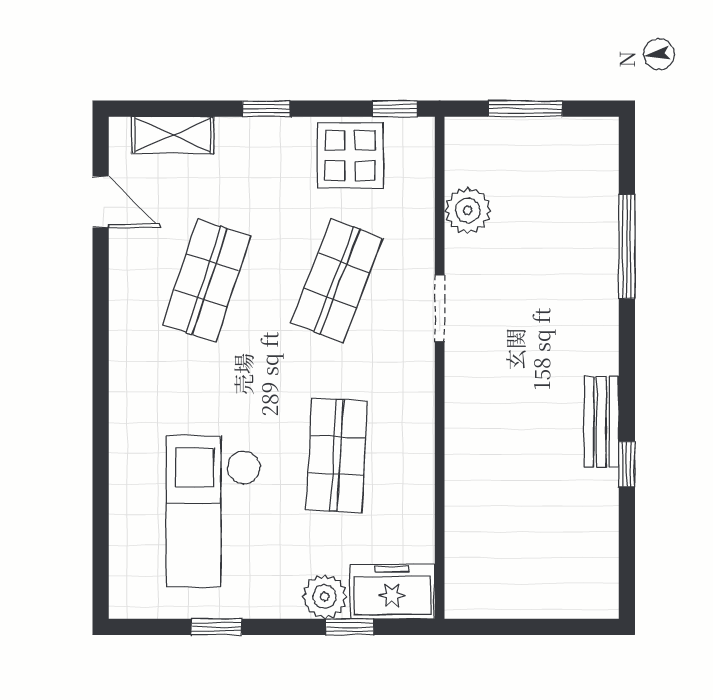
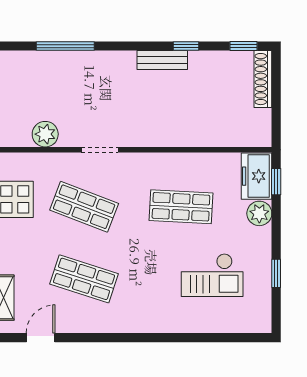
checkout: (213, 511) -> (212, 275), width x0.73, depth x0.83
window: (627, 568) -> (243, 46), added
shoe rack: (567, 603) -> (263, 79), added
window: (350, 627) -> (276, 182), moved

